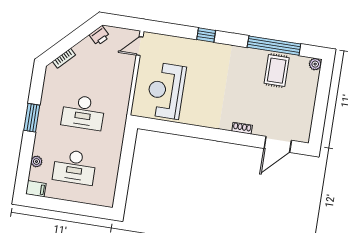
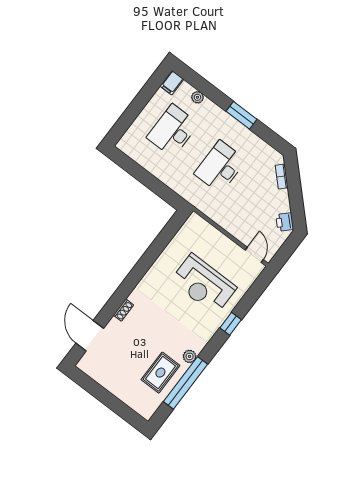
plant: (315, 64) -> (190, 356), moved
rug: (277, 71) -> (160, 373), turned 90
reception desk: (166, 91) -> (204, 284), moved, turned 180

